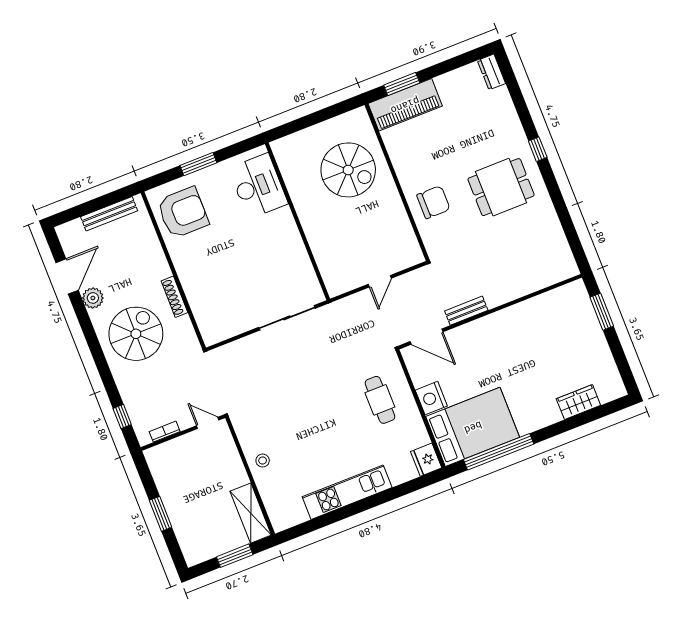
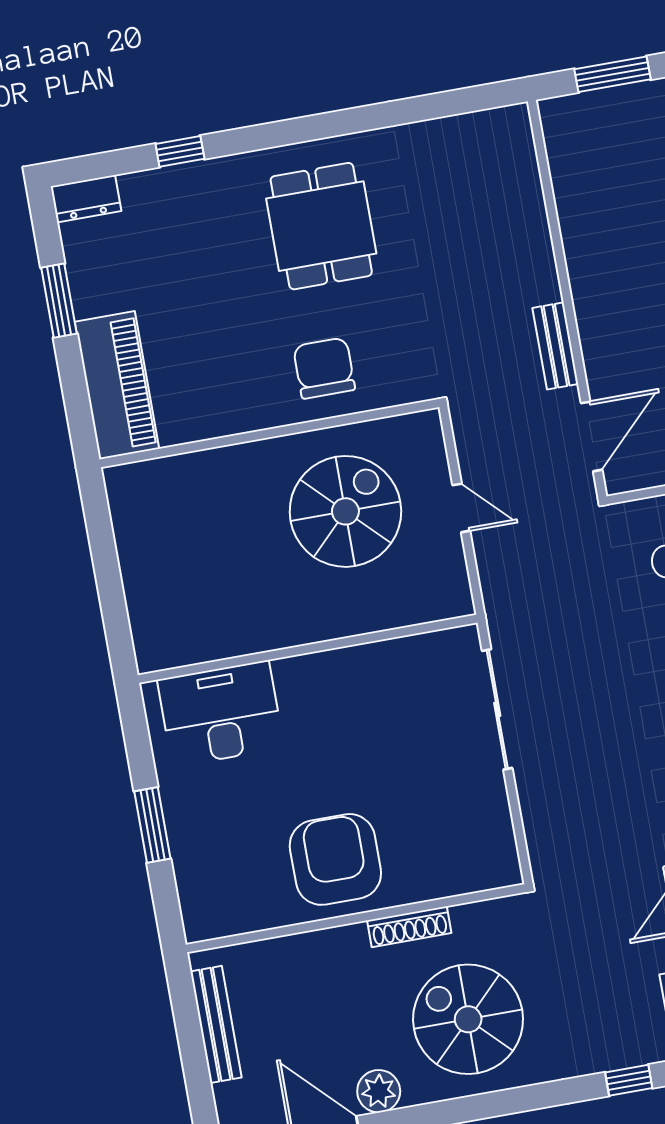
window: (402, 84) -> (59, 301), moved
window: (538, 149) -> (180, 151), moved
spiral stairs: (348, 170) -> (345, 511), moved
armchair: (183, 213) -> (335, 859), moved

